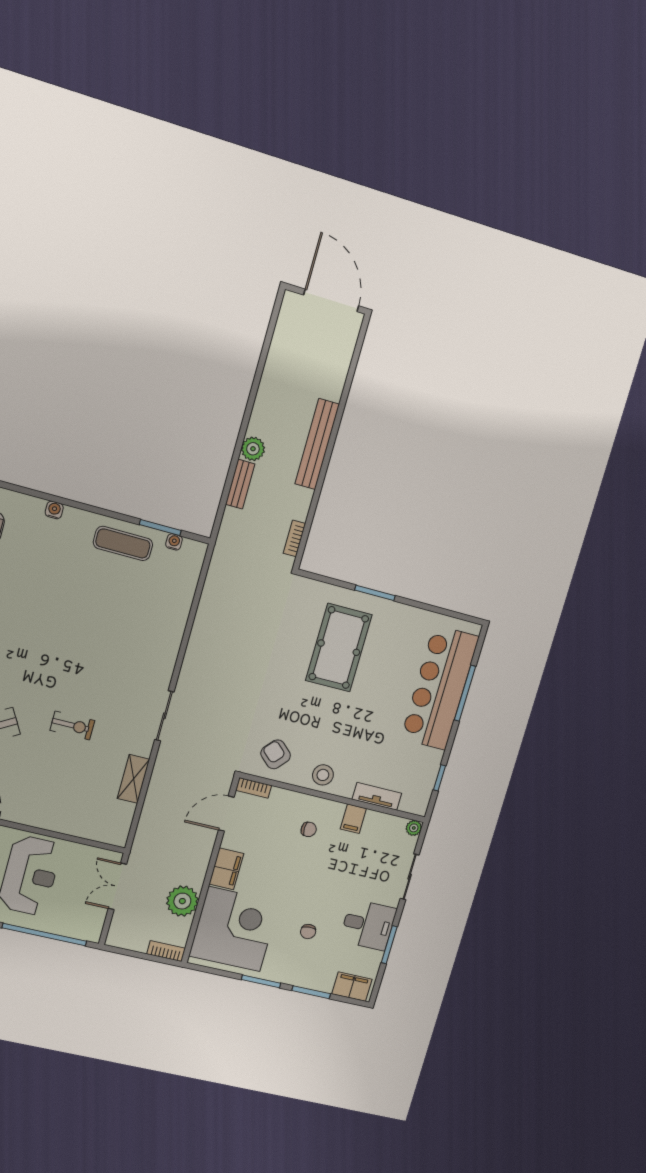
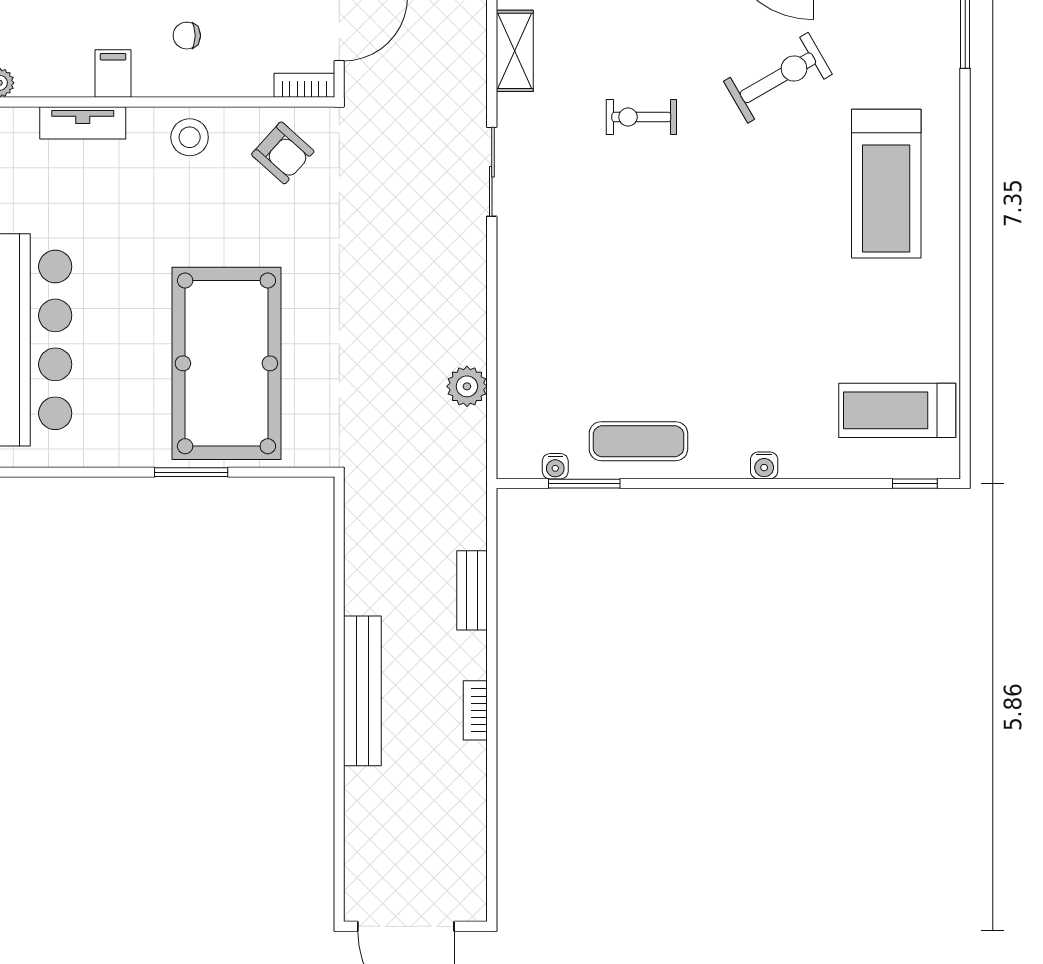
plant: (253, 449) -> (467, 386), moved
bookcase: (294, 538) -> (475, 710), moved, turned 180
pool table: (339, 648) -> (226, 363), width x1.36, depth x1.32

